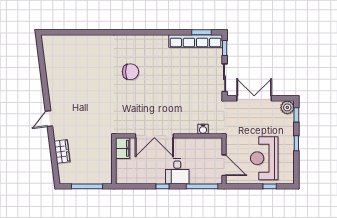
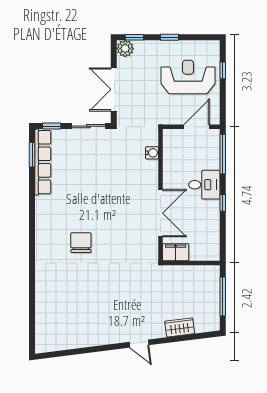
reception desk: (264, 158) -> (188, 77), turned 180

